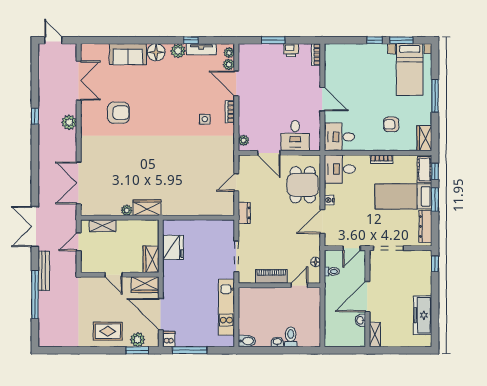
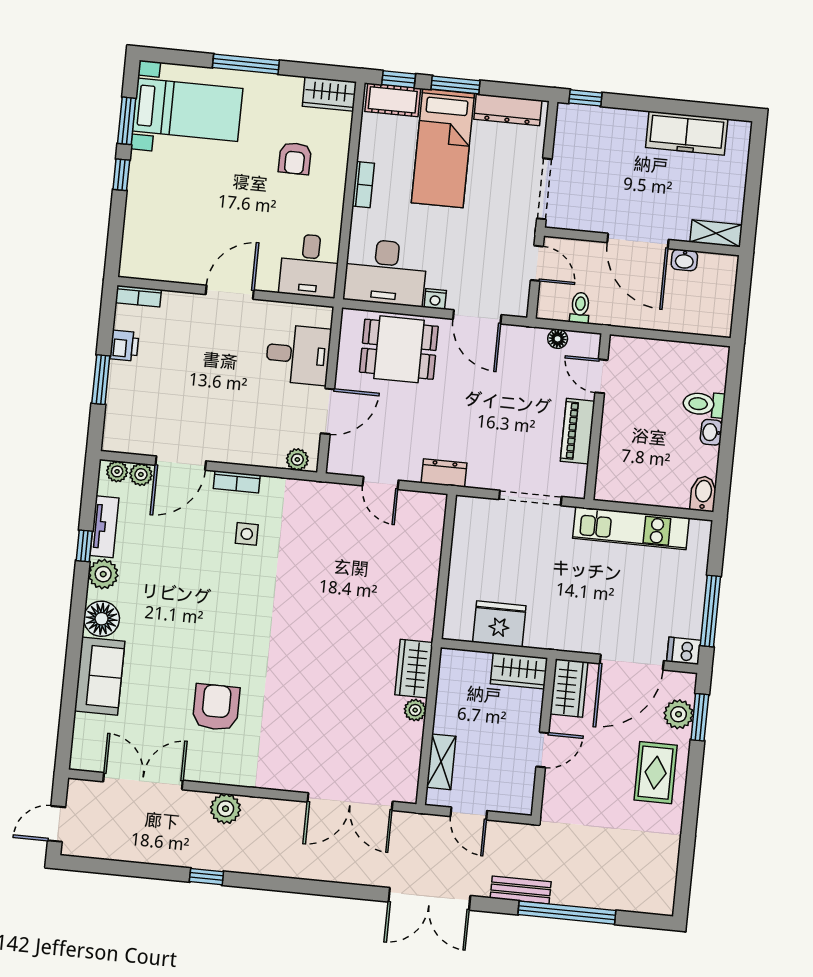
desk: (340, 169) -> (385, 272), width x1.37
bench: (44, 271) -> (521, 890), width x0.73

